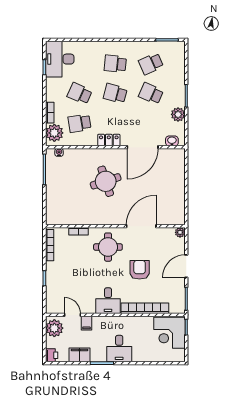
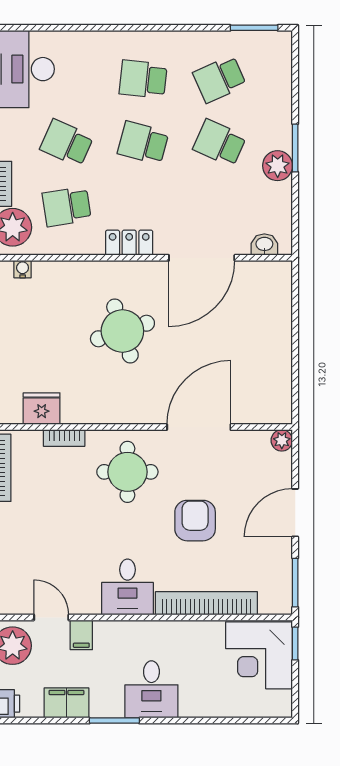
plant: (178, 114) -> (278, 166), moved
fridge: (68, 218) -> (42, 409), added

